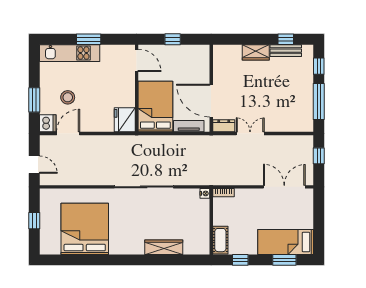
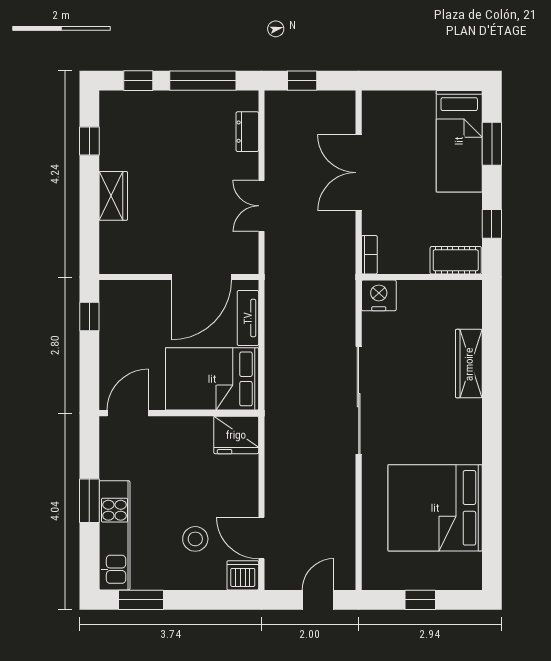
window: (173, 39) -> (89, 317), moved
bench: (286, 51) -> (110, 141), removed
window: (34, 100) -> (141, 600), moved
dresser: (224, 126) -> (247, 132), moved
double door: (284, 187) -> (359, 173), moved
nightstand: (205, 193) -> (379, 295), width x1.89, depth x1.79

